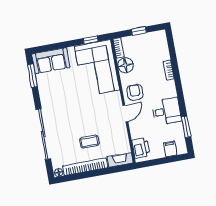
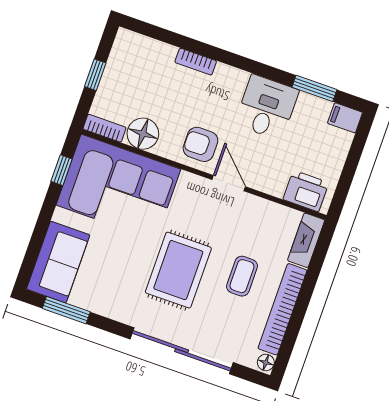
rug: (77, 113) -> (178, 270), added
filing cabinet: (170, 149) -> (345, 118), moved

